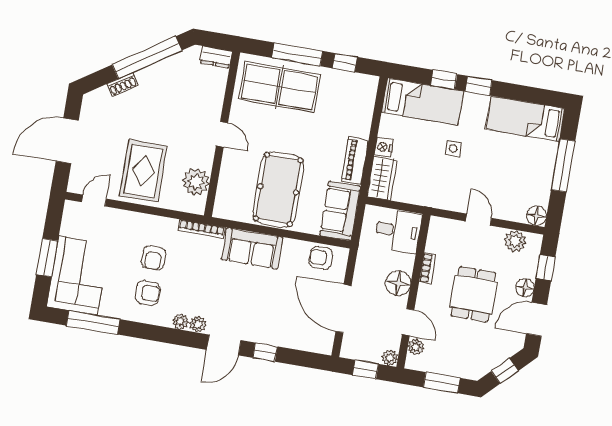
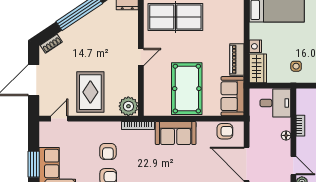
shoe rack: (122, 85) -> (51, 44), moved
door: (222, 134) -> (141, 57), hinge flipped
side table: (453, 149) -> (296, 66), moved
plant: (196, 182) -> (128, 106), moved
armchair: (321, 258) -> (225, 131), turned 180
floor lamp: (398, 283) -> (286, 135), width x0.53, depth x0.53

